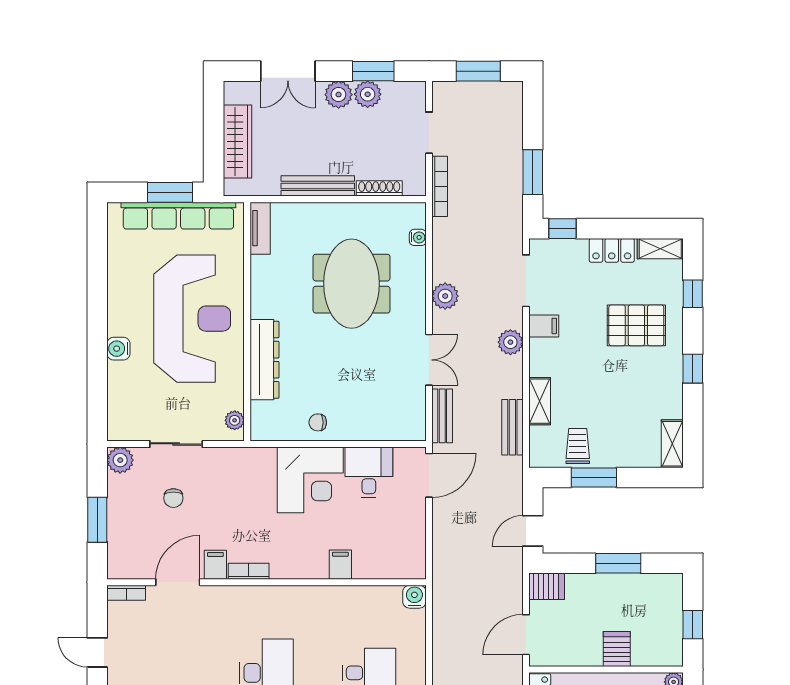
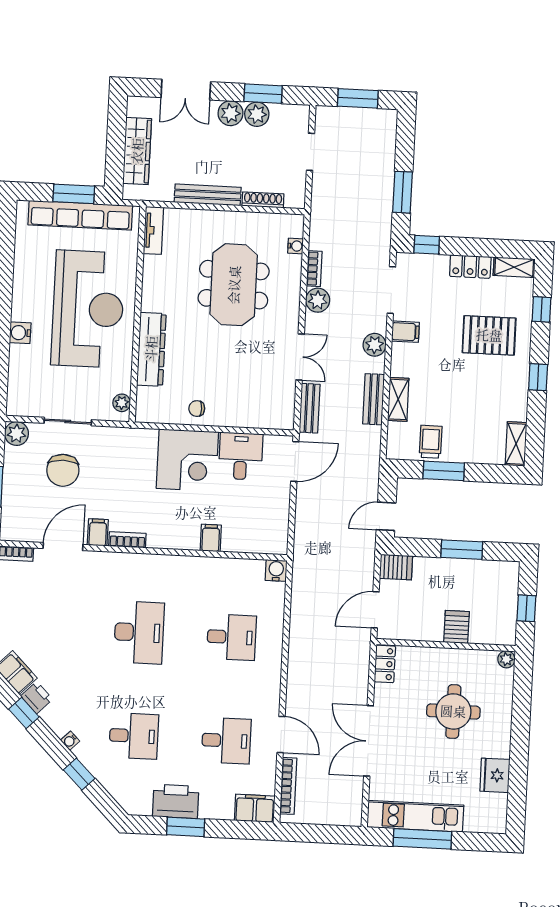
bookcase: (440, 186) -> (314, 269), moved, width x0.64
bench: (512, 427) -> (374, 399), moved
chair: (173, 498) -> (63, 470), width x1.87, depth x1.87

